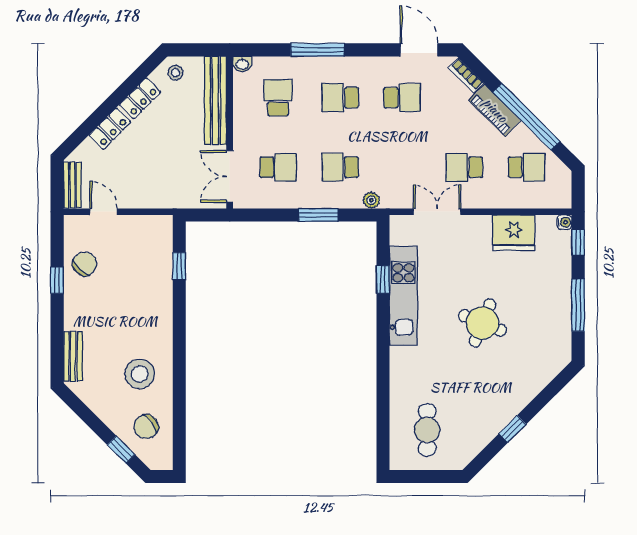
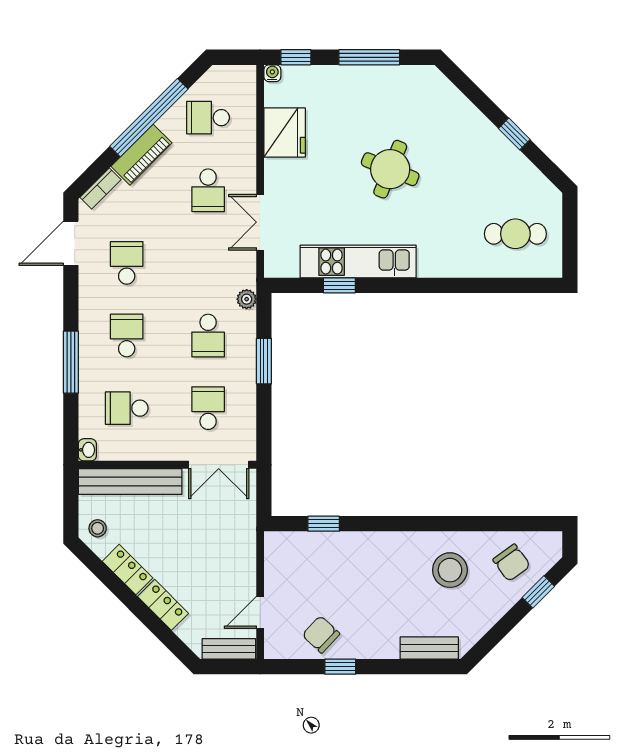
school desk: (340, 98) -> (127, 336), turned 180
school desk: (526, 167) -> (208, 118), turned -90

